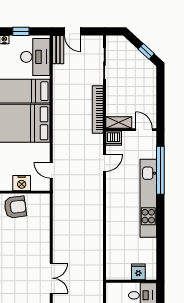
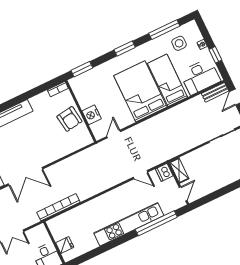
bookcase: (98, 109) -> (58, 207), moved
double door: (51, 278) -> (25, 176), width x1.37

